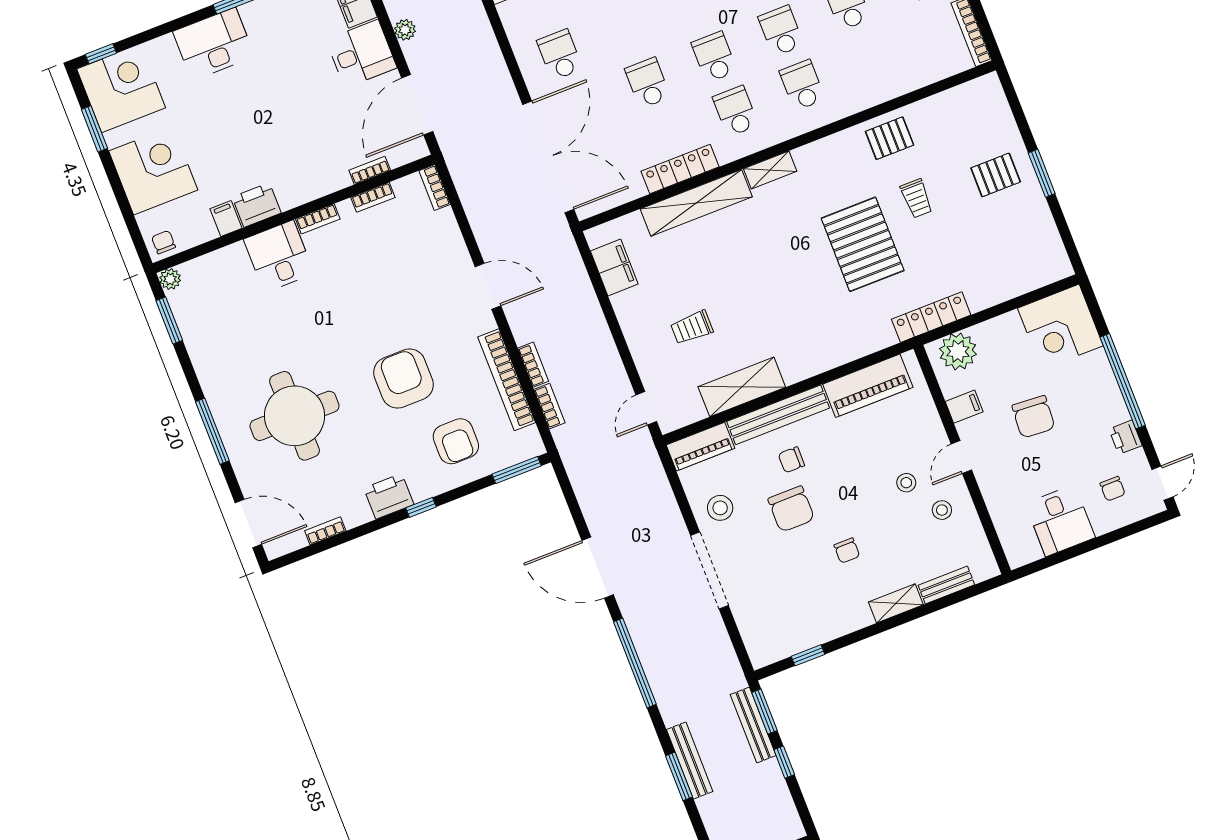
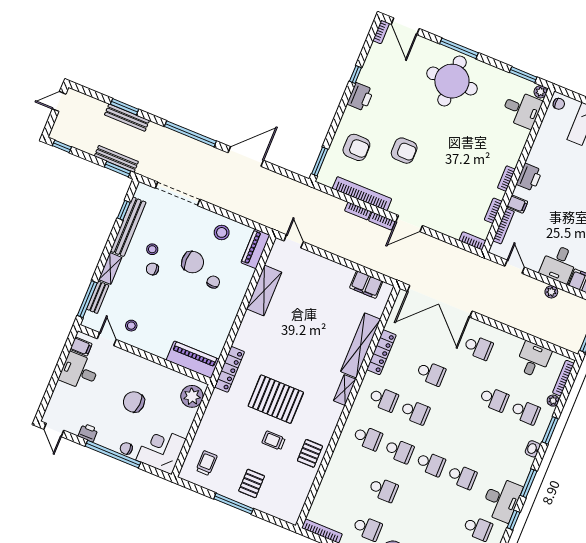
door: (417, 105) -> (515, 267), width x0.53
bookcase: (370, 170) -> (504, 226), width x1.56
window: (1042, 173) -> (234, 504), width x1.44
printer: (257, 205) -> (529, 177), moved
filing cabinet: (226, 218) -> (517, 204), moved
desk: (279, 256) -> (522, 109), moved
locker: (931, 317) -> (229, 369), moved
trolley: (692, 327) -> (206, 463), moved
armchair: (404, 379) -> (404, 151), width x0.73, depth x0.73
piano: (868, 386) -> (193, 360), moved, turned 90
bookcase: (549, 406) -> (382, 221), moved
filing cabinet: (964, 407) -> (81, 347), moved, turned -90
bench: (778, 415) -> (128, 227), moved
round table: (295, 416) -> (452, 81), moved
armchair: (456, 441) -> (356, 147), turned 180
door: (961, 457) -> (107, 339), moved
stool: (906, 483) -> (152, 249), moved
chair: (1113, 489) -> (126, 448), moved
window: (421, 507) -> (355, 74), moved
chair: (791, 509) -> (193, 262), turned 180
door: (248, 524) -> (405, 26), hinge flipped
bookcase: (325, 531) -> (381, 32), moved
doorway: (709, 571) -> (178, 194), moved
window: (961, 596) -> (87, 299), added
window: (784, 762) -> (62, 146), moved

